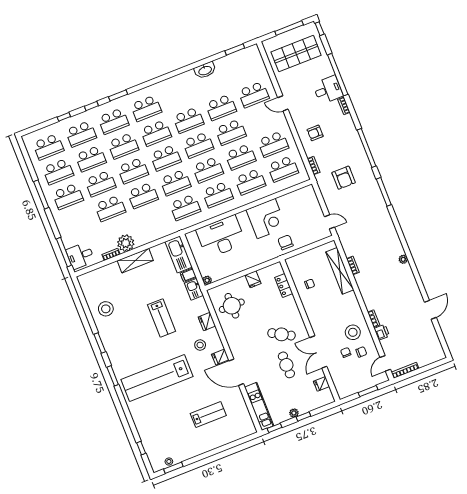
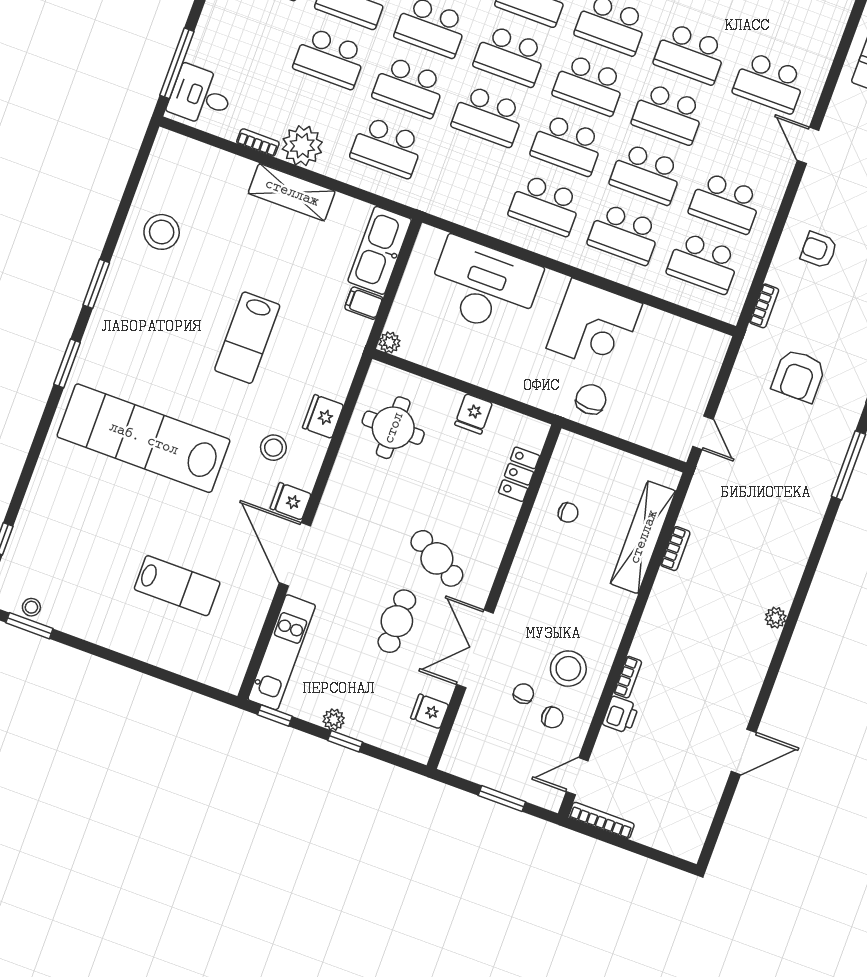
school desk: (185, 207) -> (387, 147), moved
kitchen sink: (194, 289) -> (351, 338), removed

